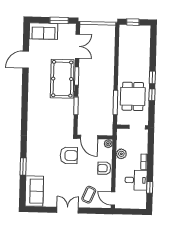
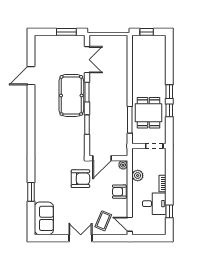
sofa: (43, 31) -> (50, 44), removed
door: (89, 137) -> (102, 158), hinge flipped

